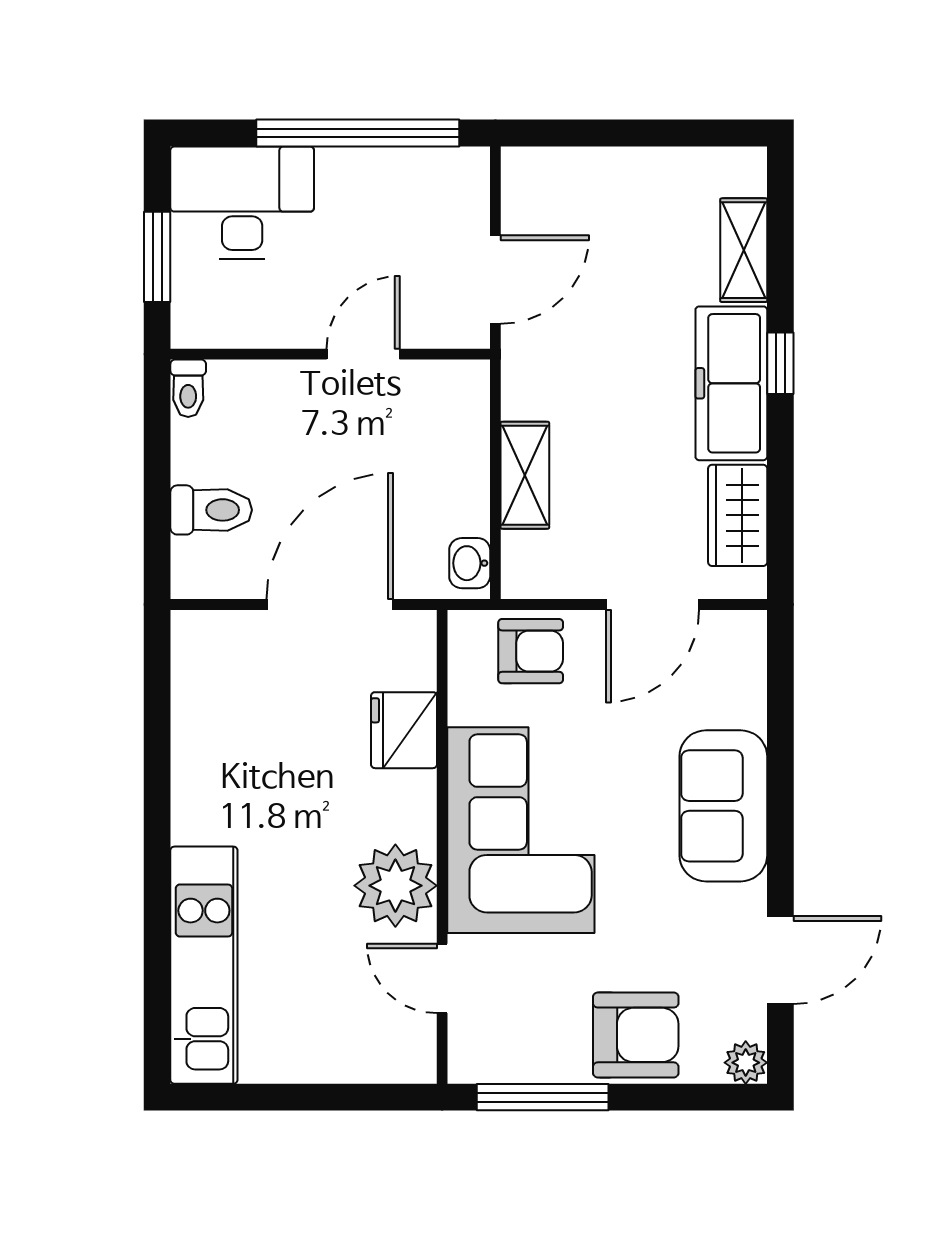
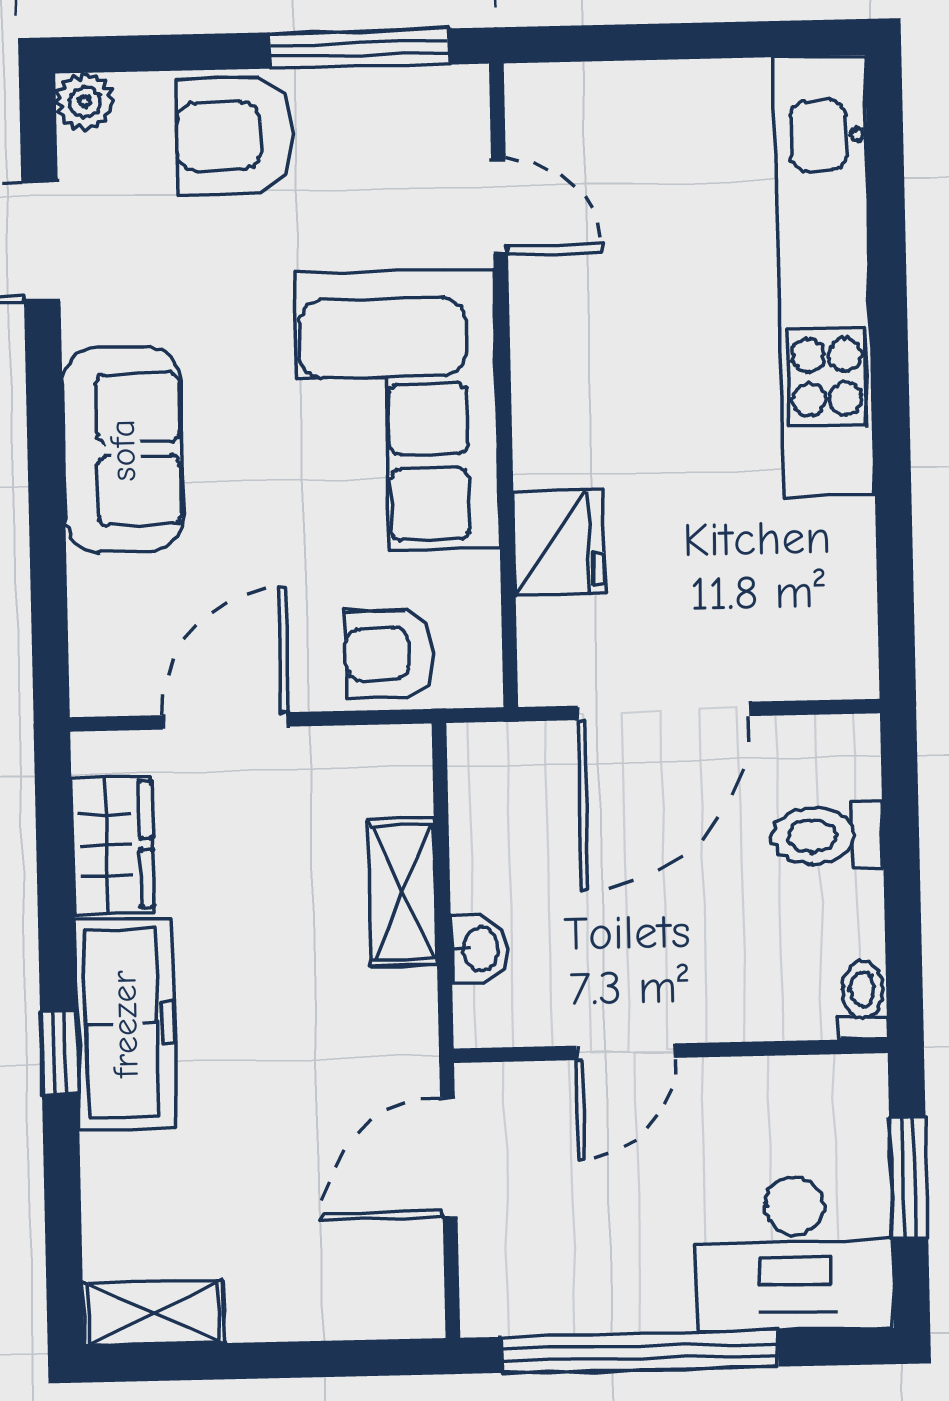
shelving: (744, 250) -> (154, 1313), moved, turned 90
washbasin: (470, 563) -> (479, 949), moved
plant: (395, 886) -> (566, 331), removed
kitchen unit: (204, 965) -> (825, 276), width x1.36

